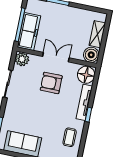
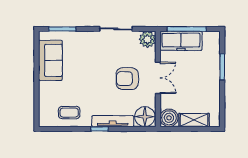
armchair: (51, 83) -> (127, 79), turned -90

